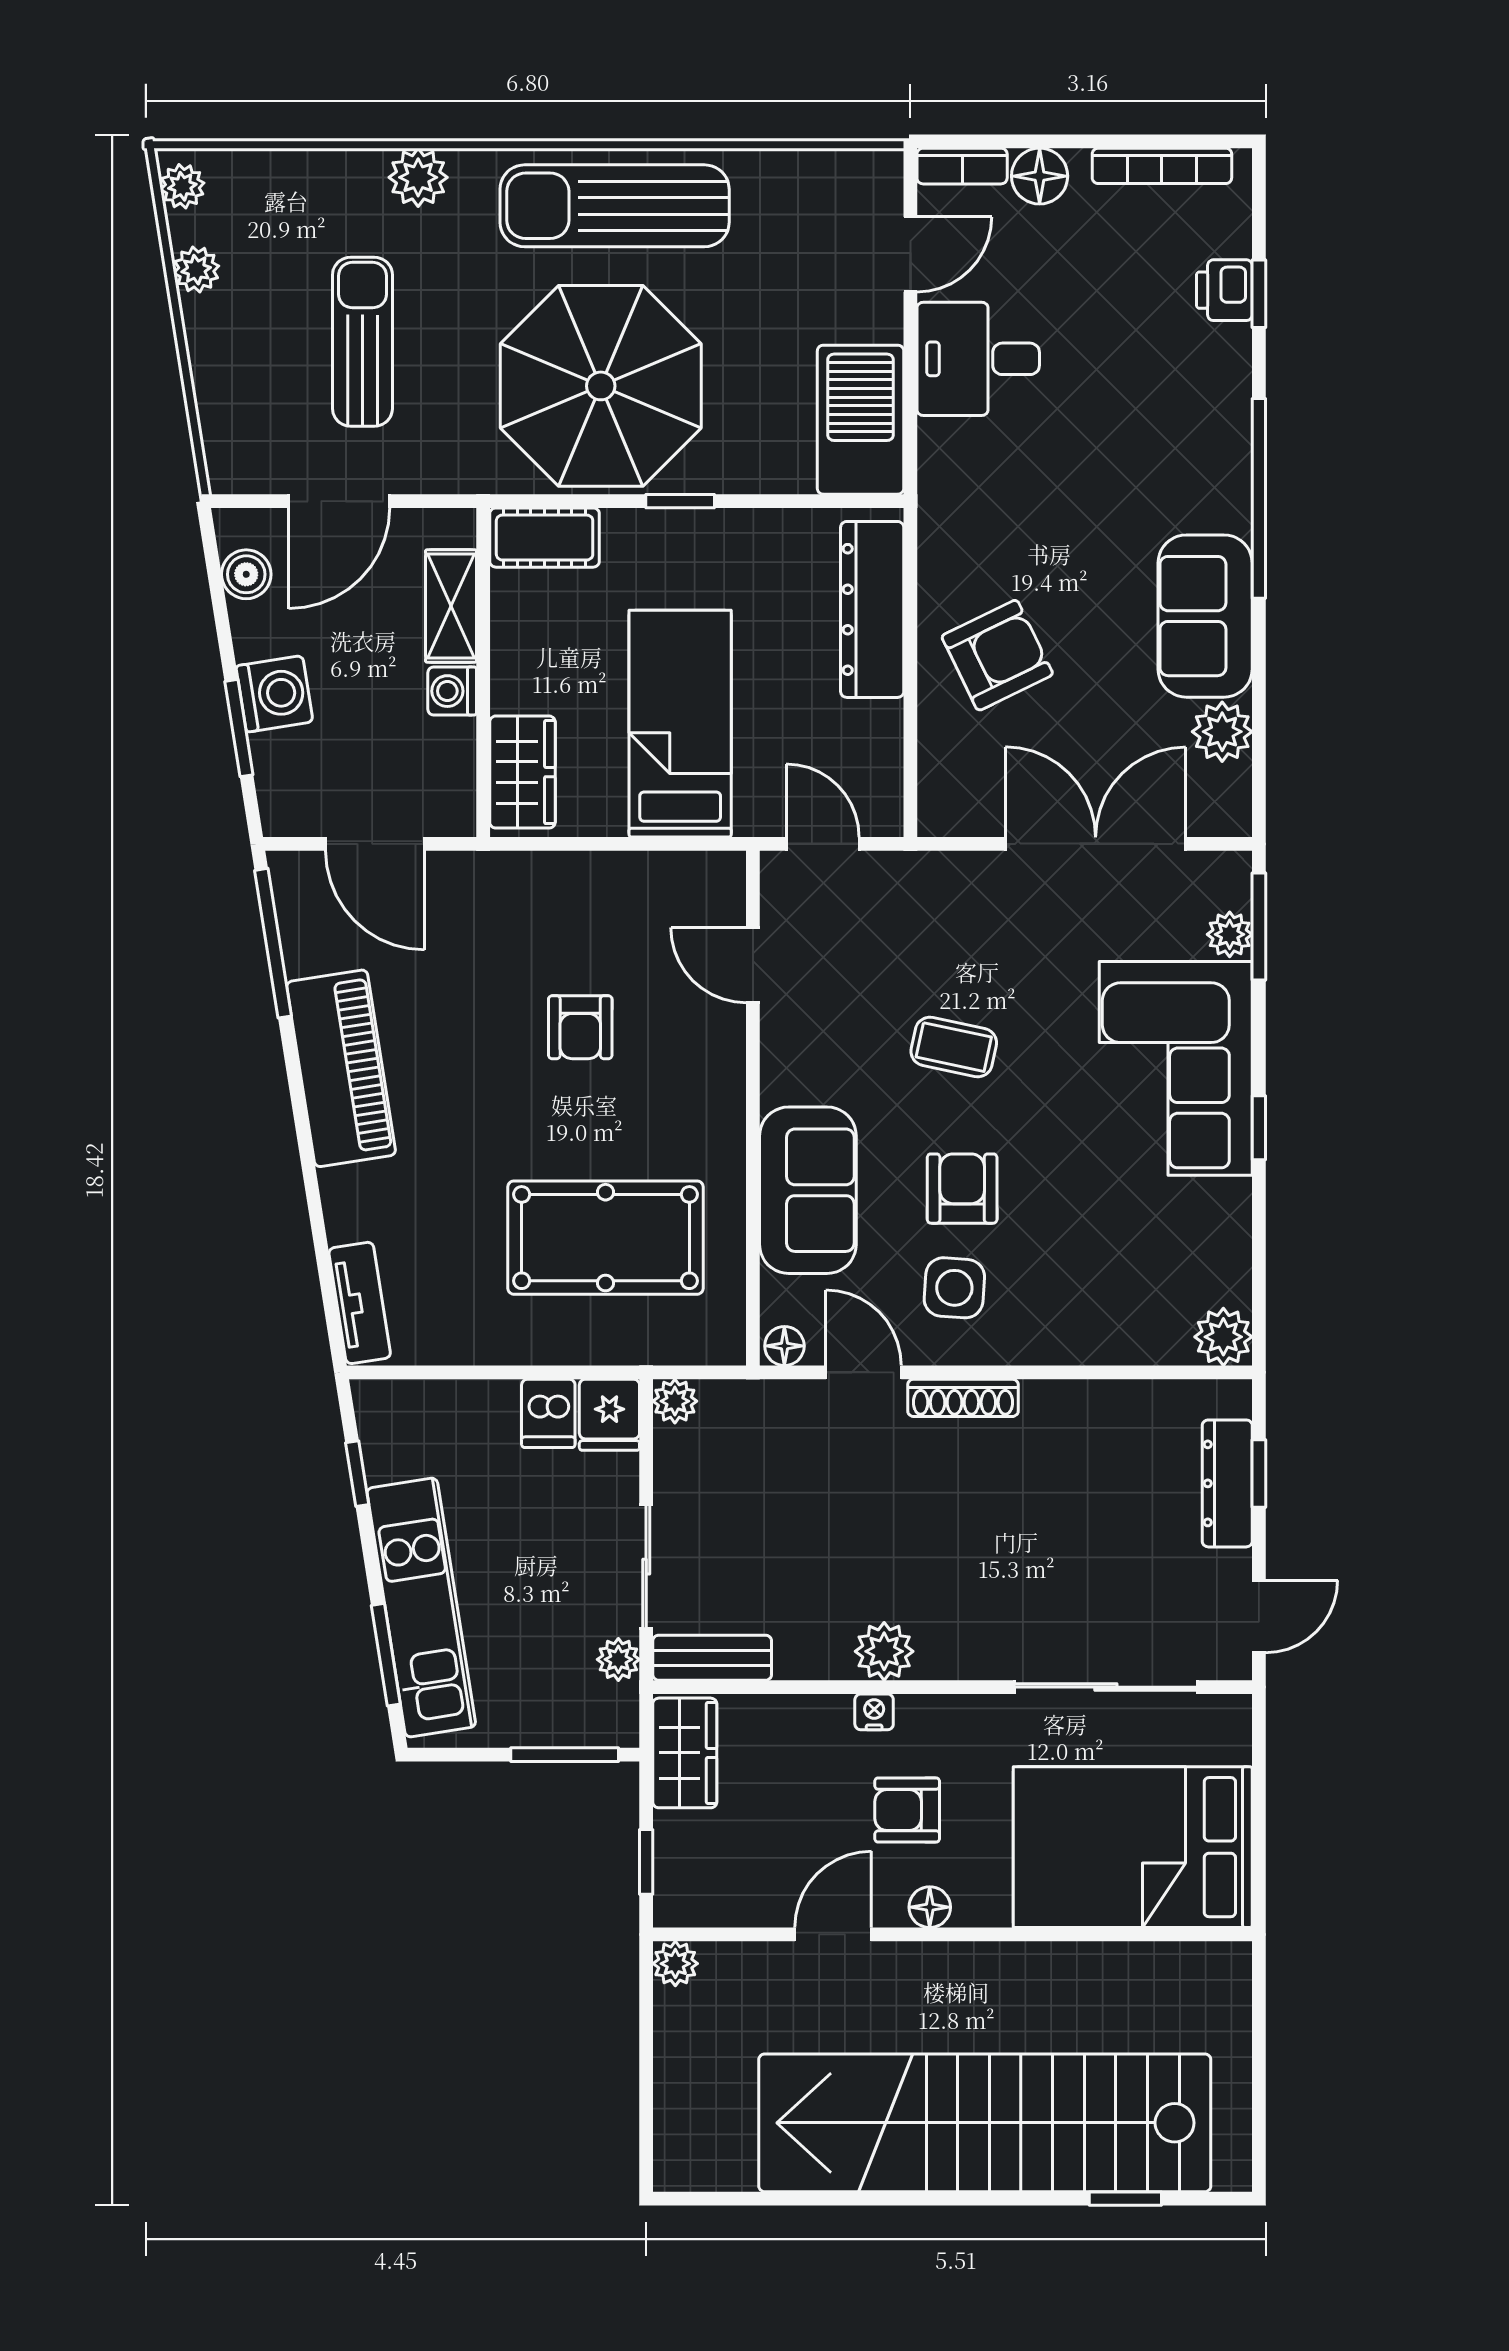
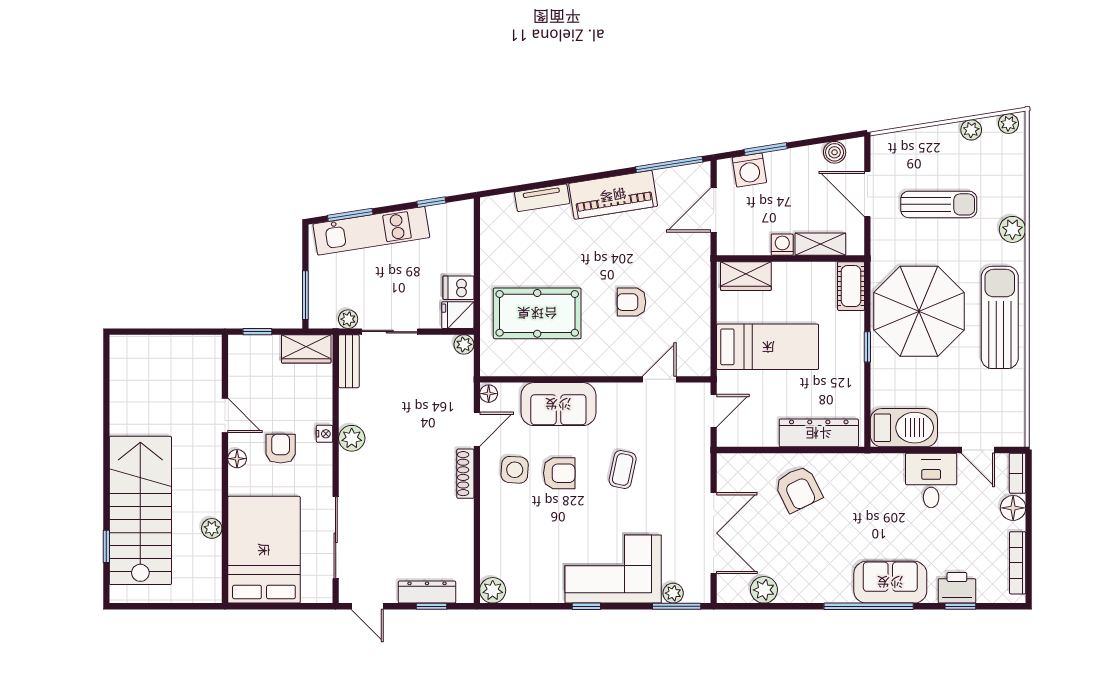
printer: (1224, 290) -> (957, 588), width x1.36, depth x1.24
sofa: (1205, 616) -> (890, 582), moved
washing machine: (274, 694) -> (749, 170), moved
pool table: (605, 1238) -> (537, 313), turned 90
tv unit: (360, 1303) -> (542, 198), moved
plant: (675, 1964) -> (212, 528), moved
stairs: (985, 2123) -> (140, 510), width x0.73

